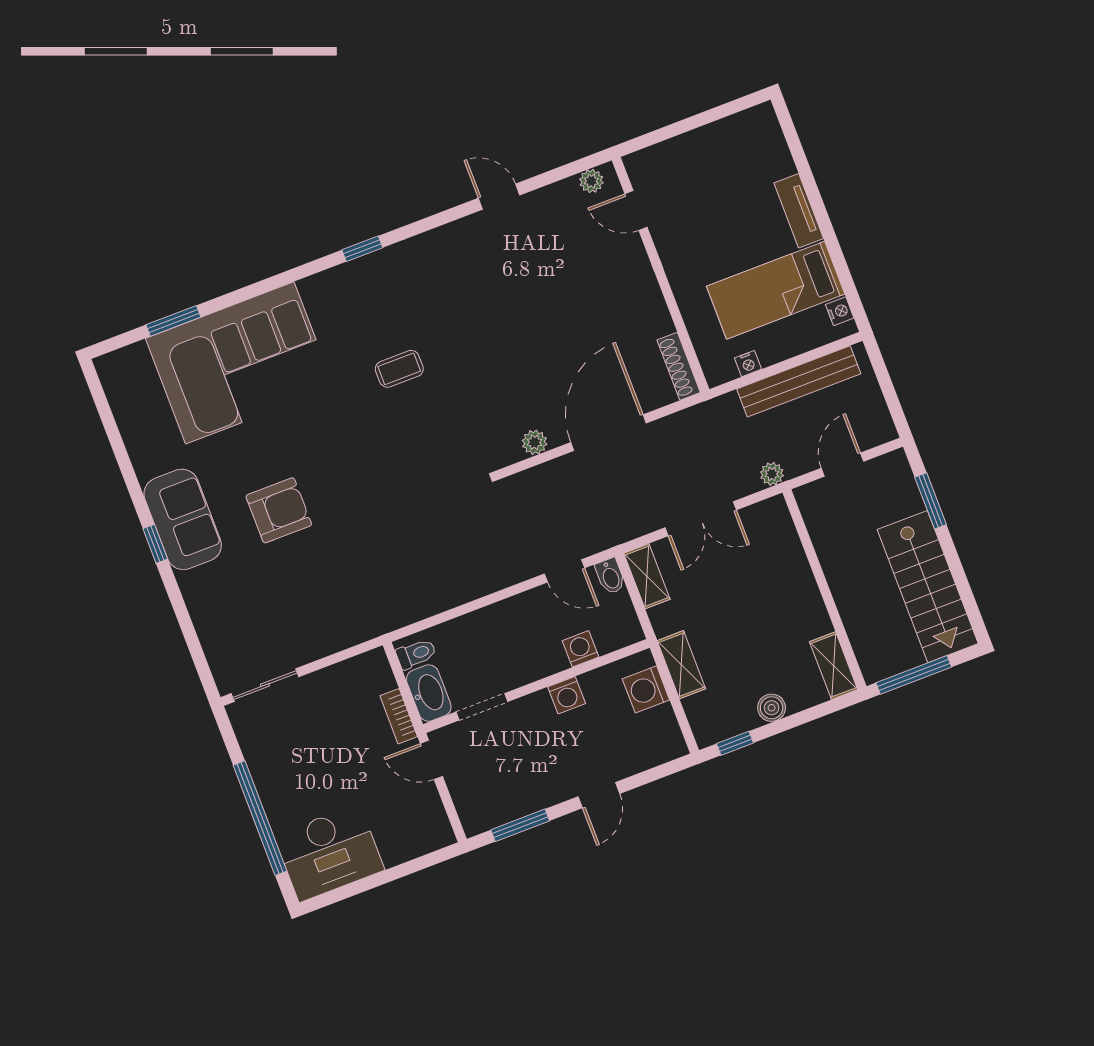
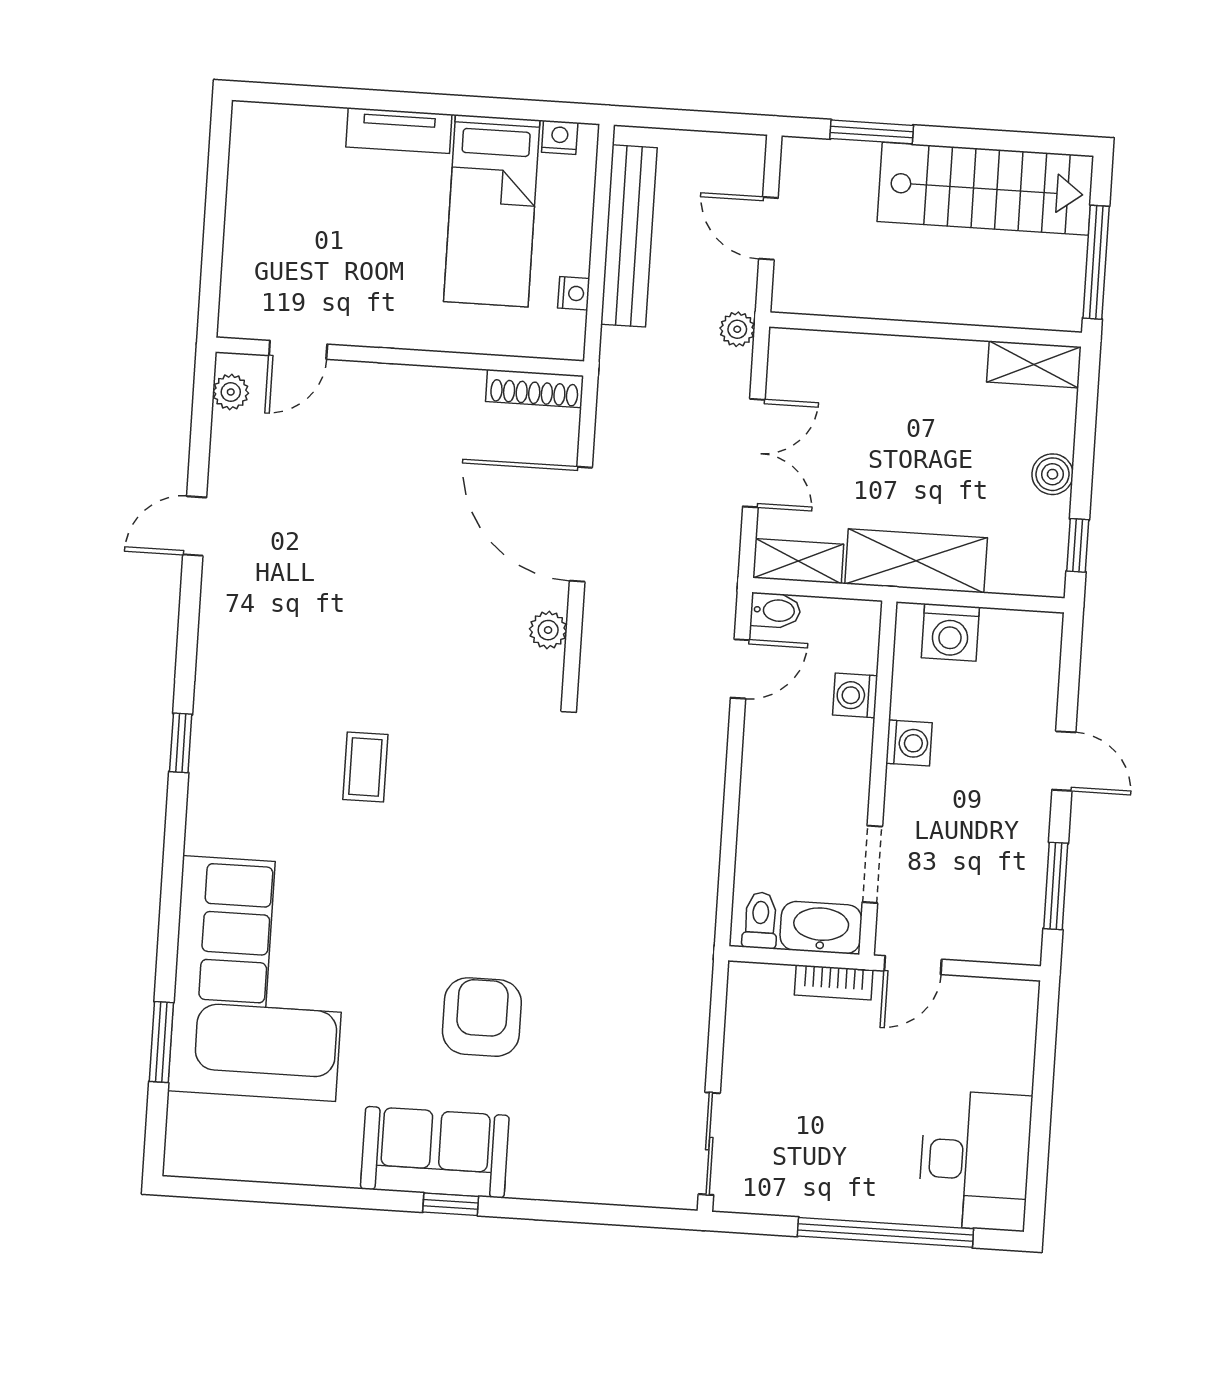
shelving: (681, 665) -> (916, 561), width x1.50, depth x1.33

